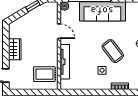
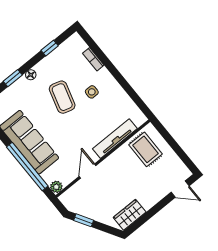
wardrobe: (15, 49) -> (130, 215), moved
coffee table: (113, 51) -> (62, 97), turned -37

